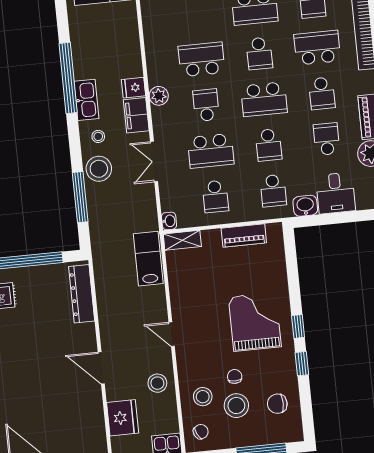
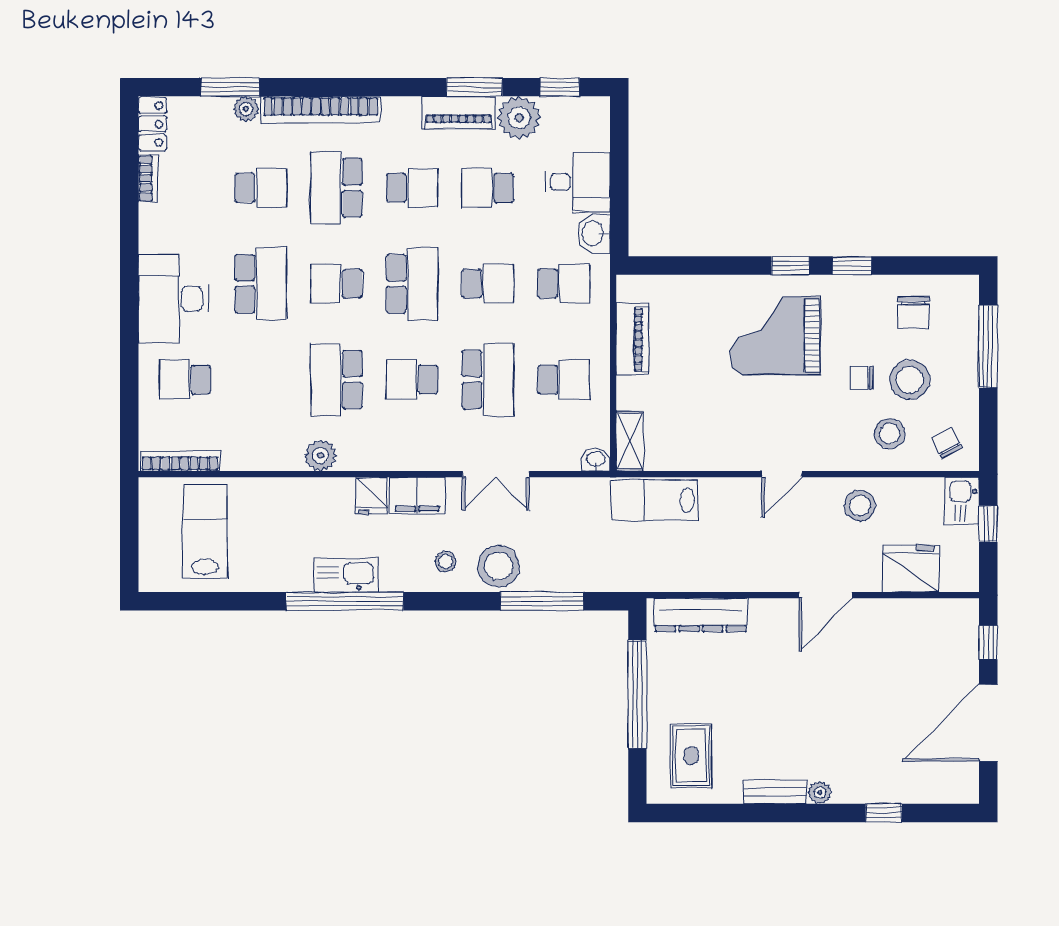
school desk: (259, 54) -> (336, 284), turned 180
plant: (159, 96) -> (321, 456), moved
kitchen sink: (86, 100) -> (346, 575), moved

